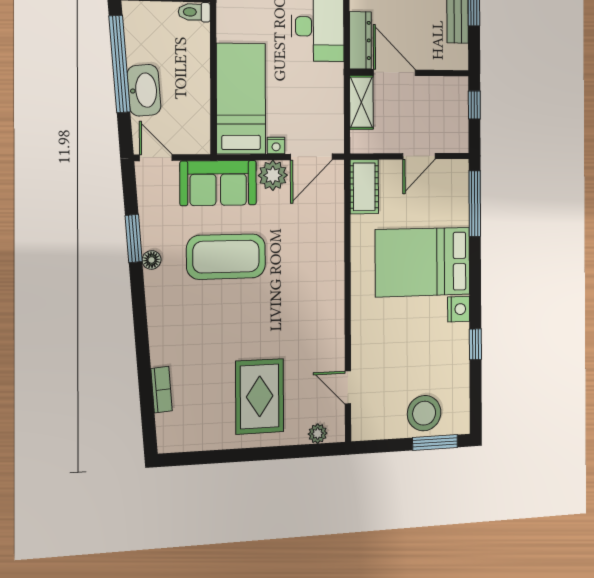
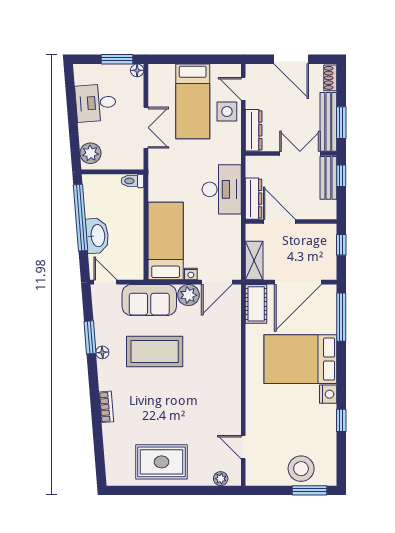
shelving: (361, 102) -> (254, 261), moved
door: (419, 156) -> (298, 282), width x1.87
bookcase: (162, 390) -> (106, 407), moved
rug: (260, 396) -> (162, 462), moved, turned 90

